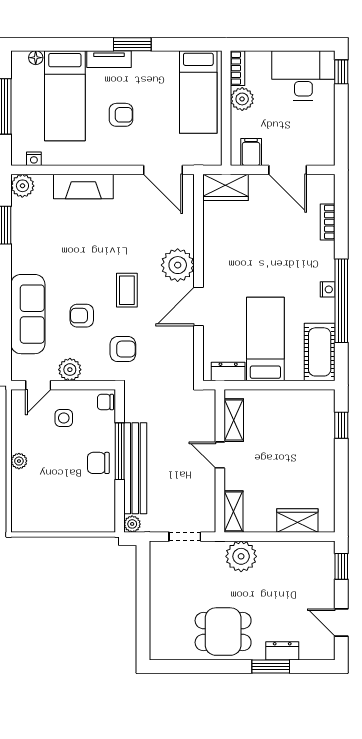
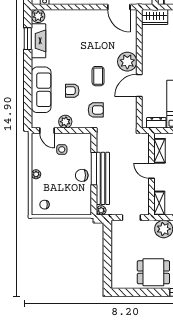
fireplace: (83, 186) -> (38, 41), moved, turned -90
door: (38, 385) -> (47, 131), hinge flipped
chair: (105, 402) -> (44, 205), moved

